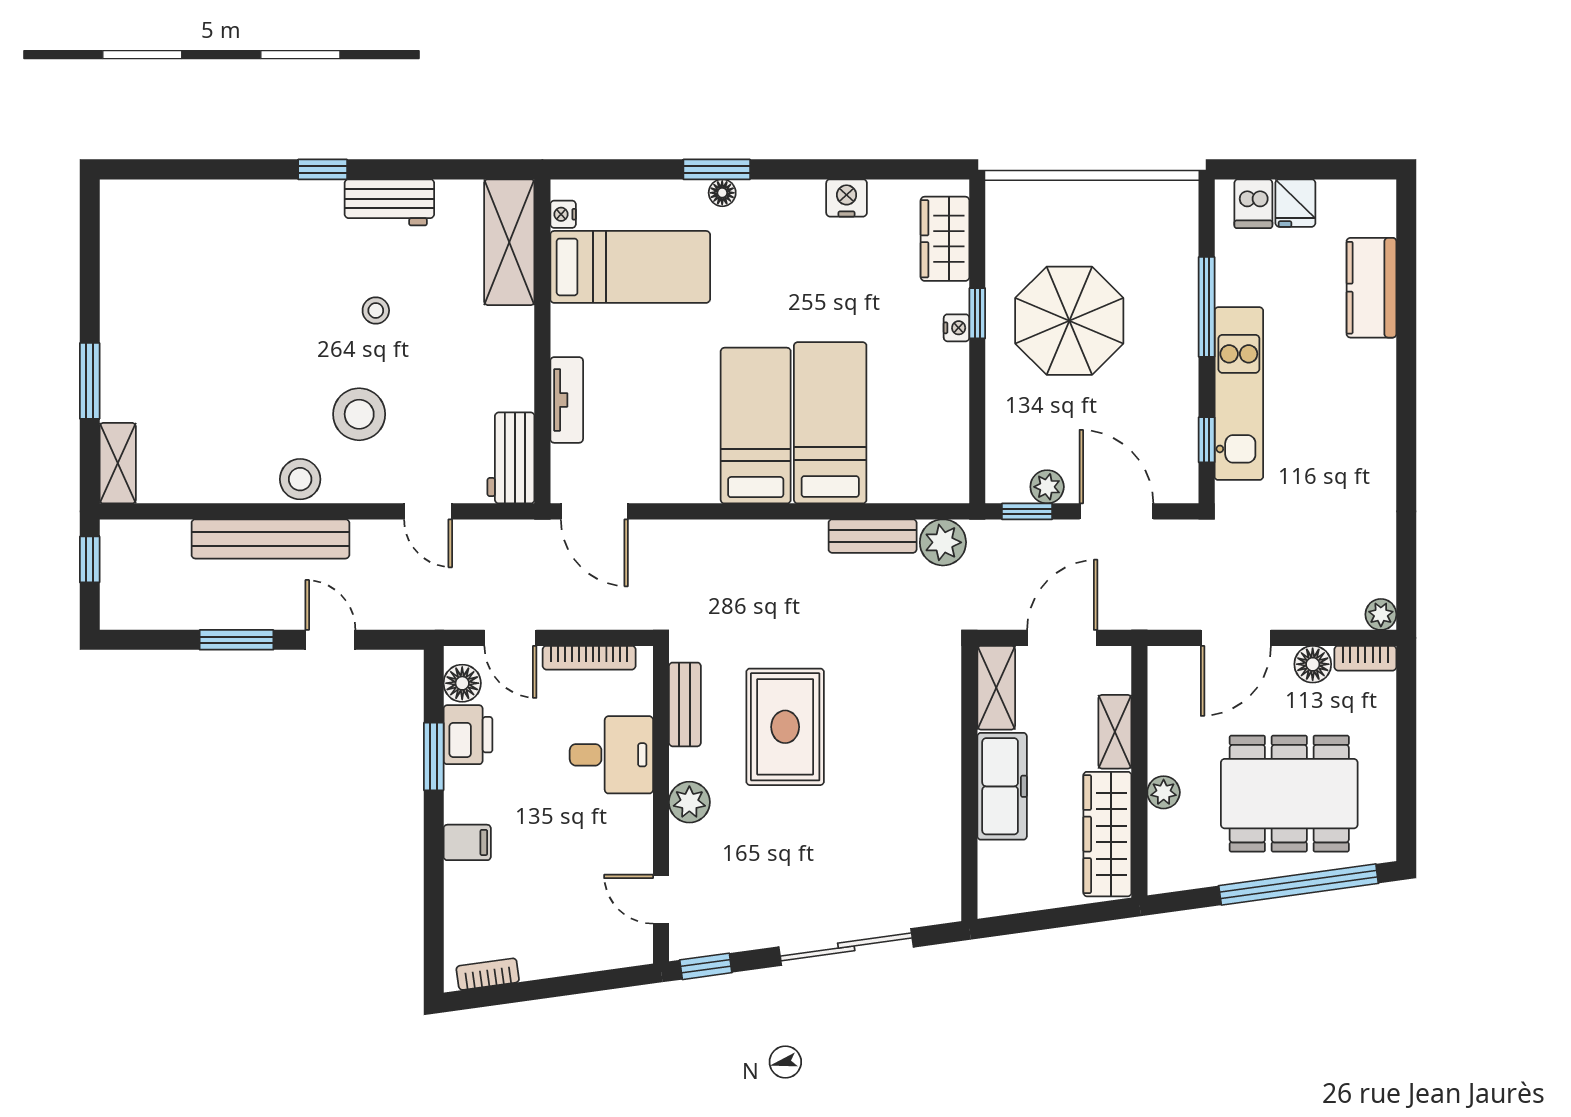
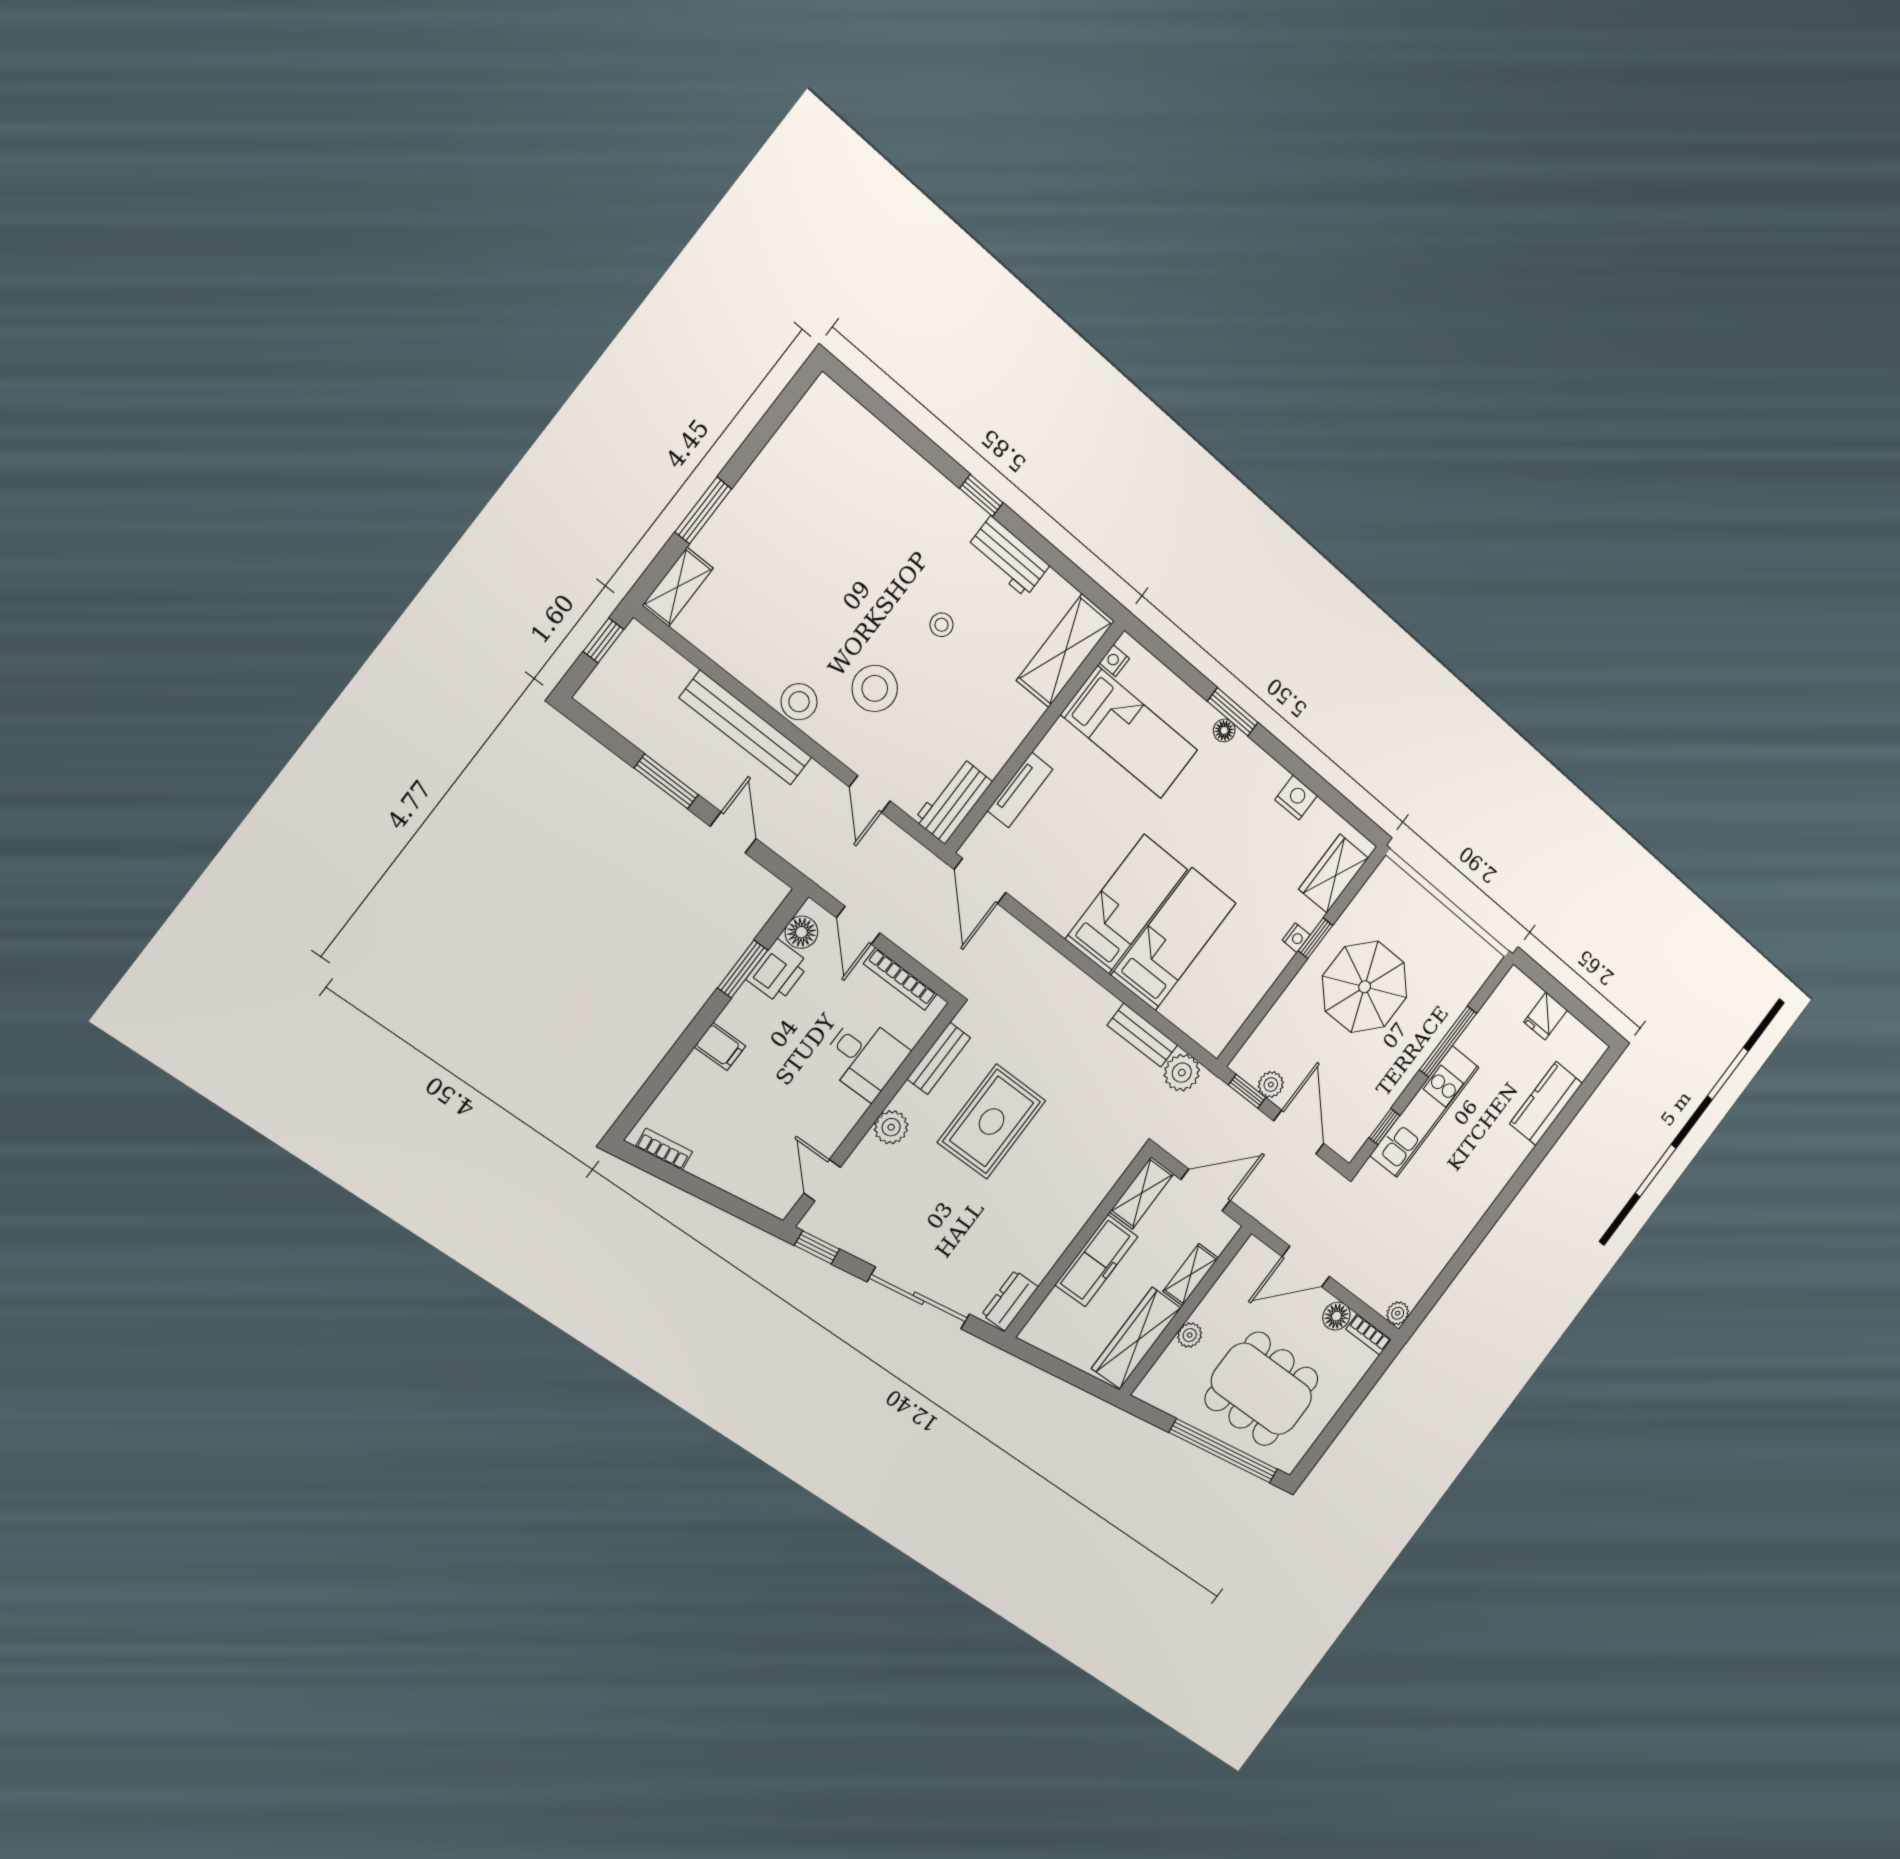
dishwasher: (1253, 204) -> (1523, 997), removed
dresser: (943, 886) -> (1010, 1301), added

